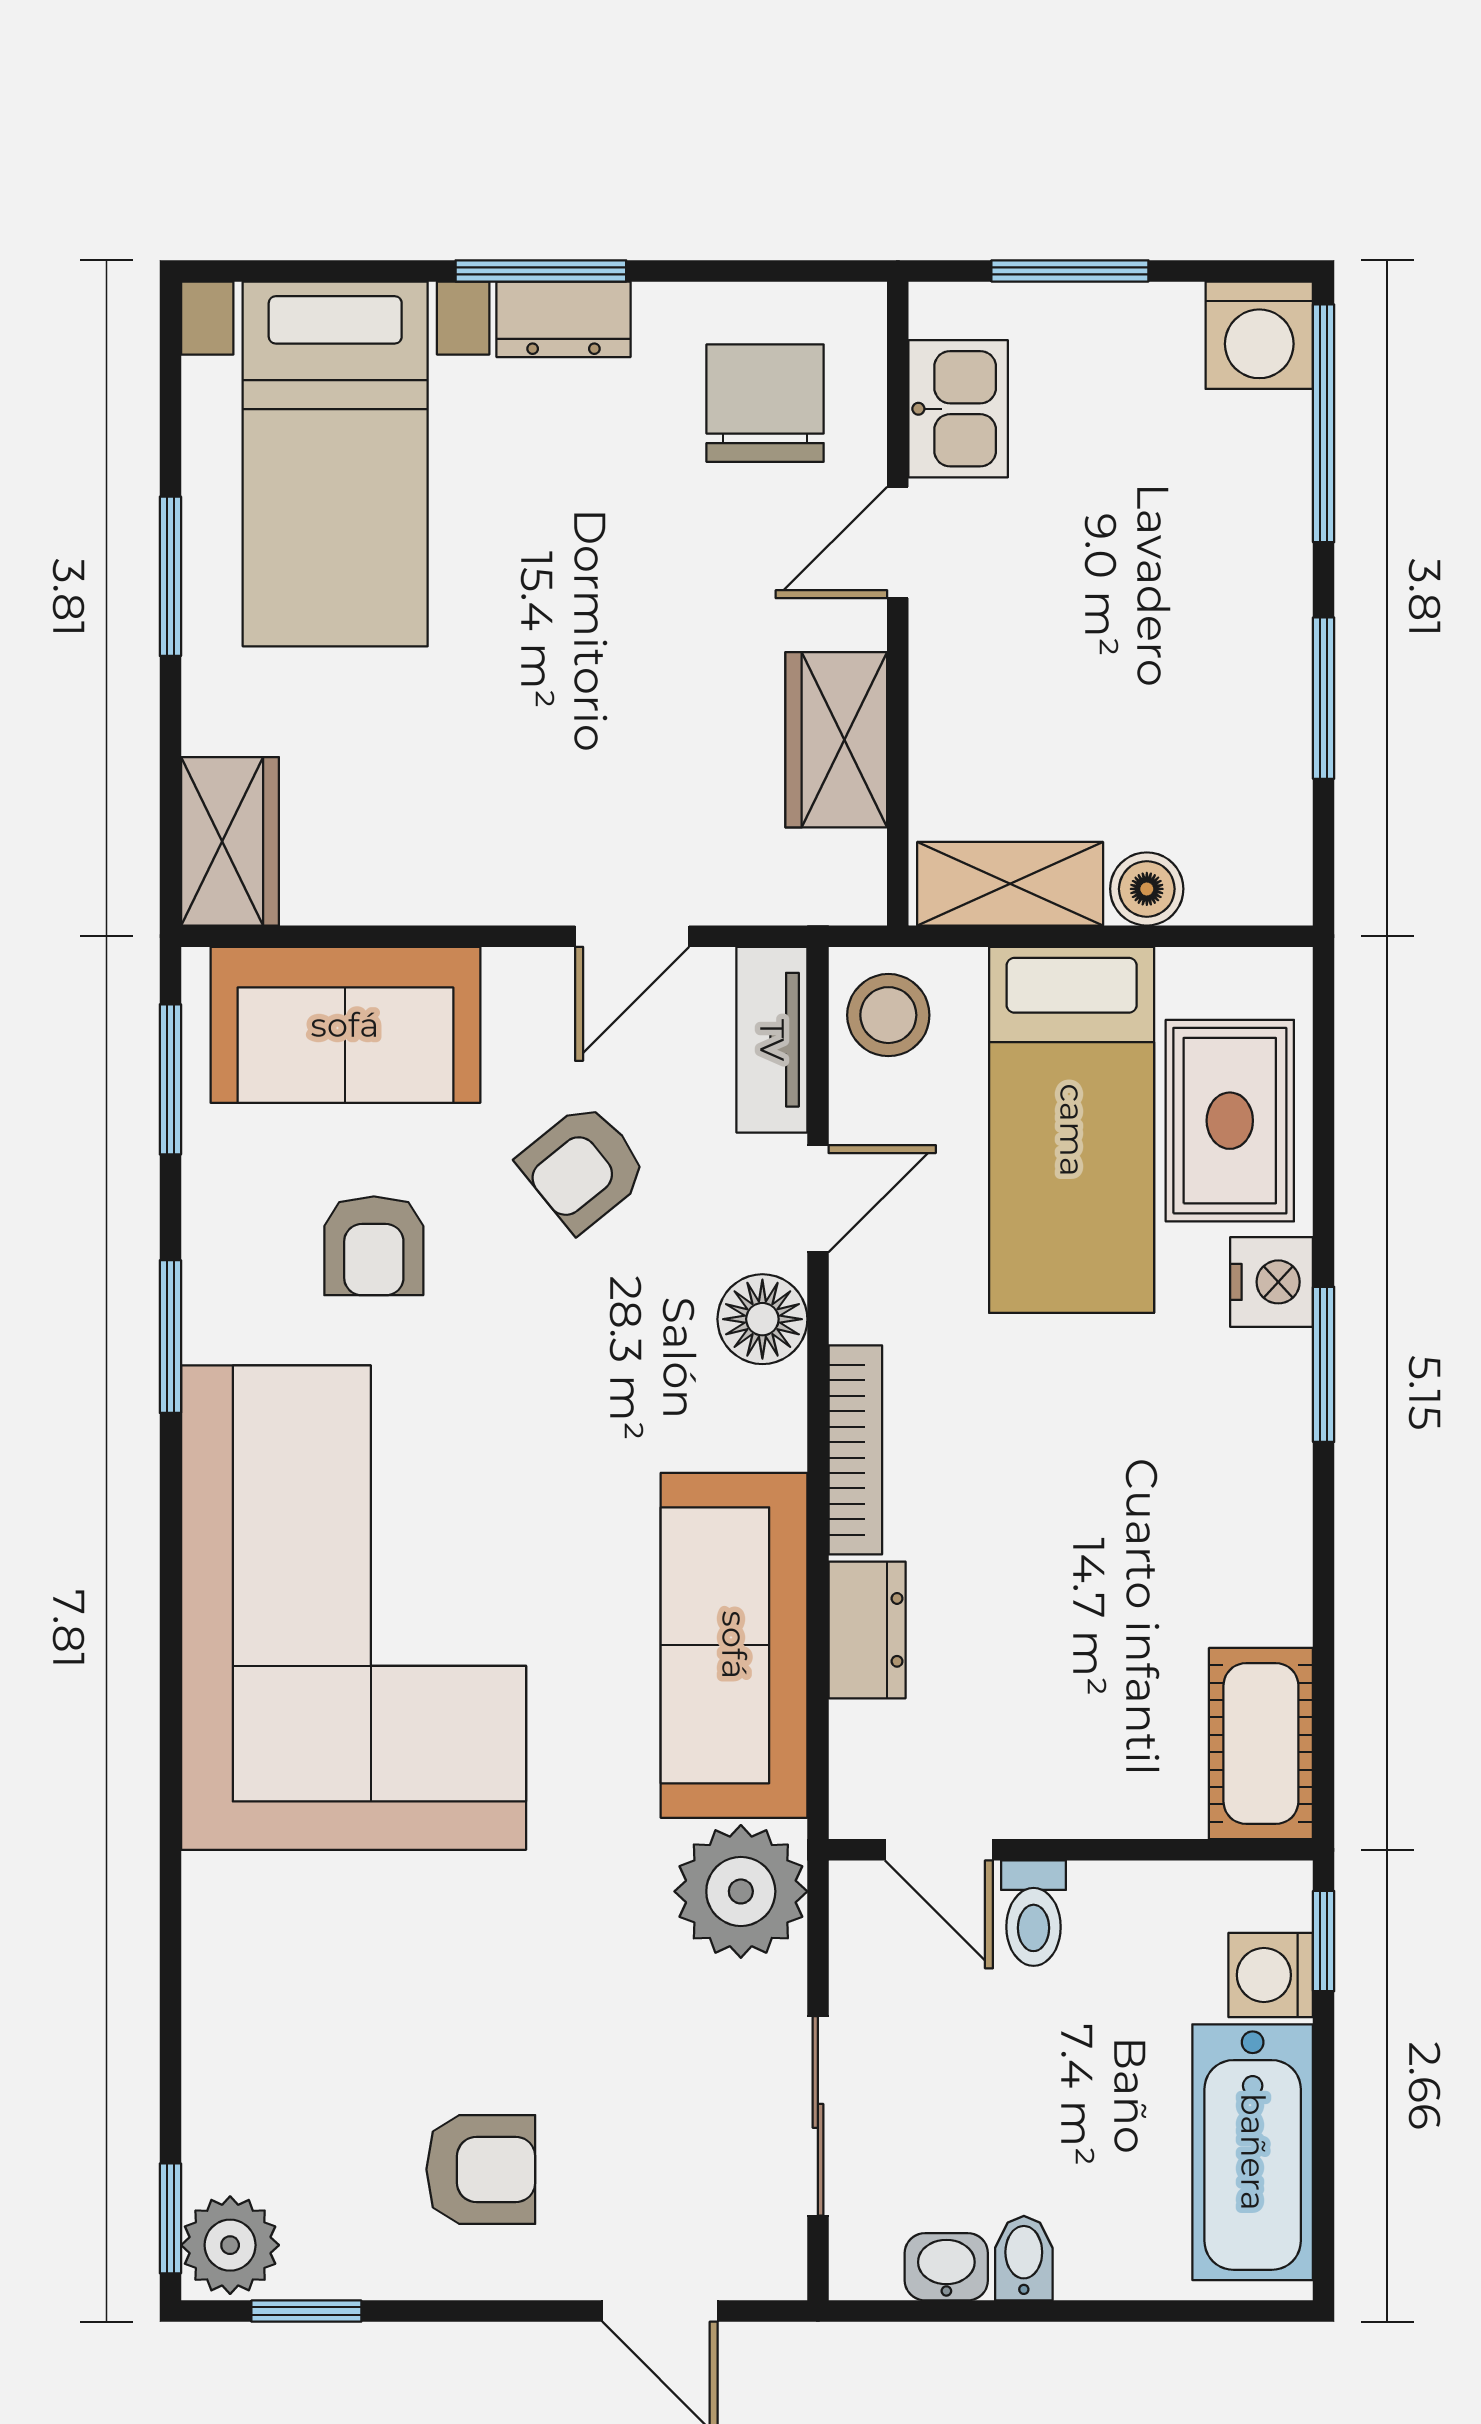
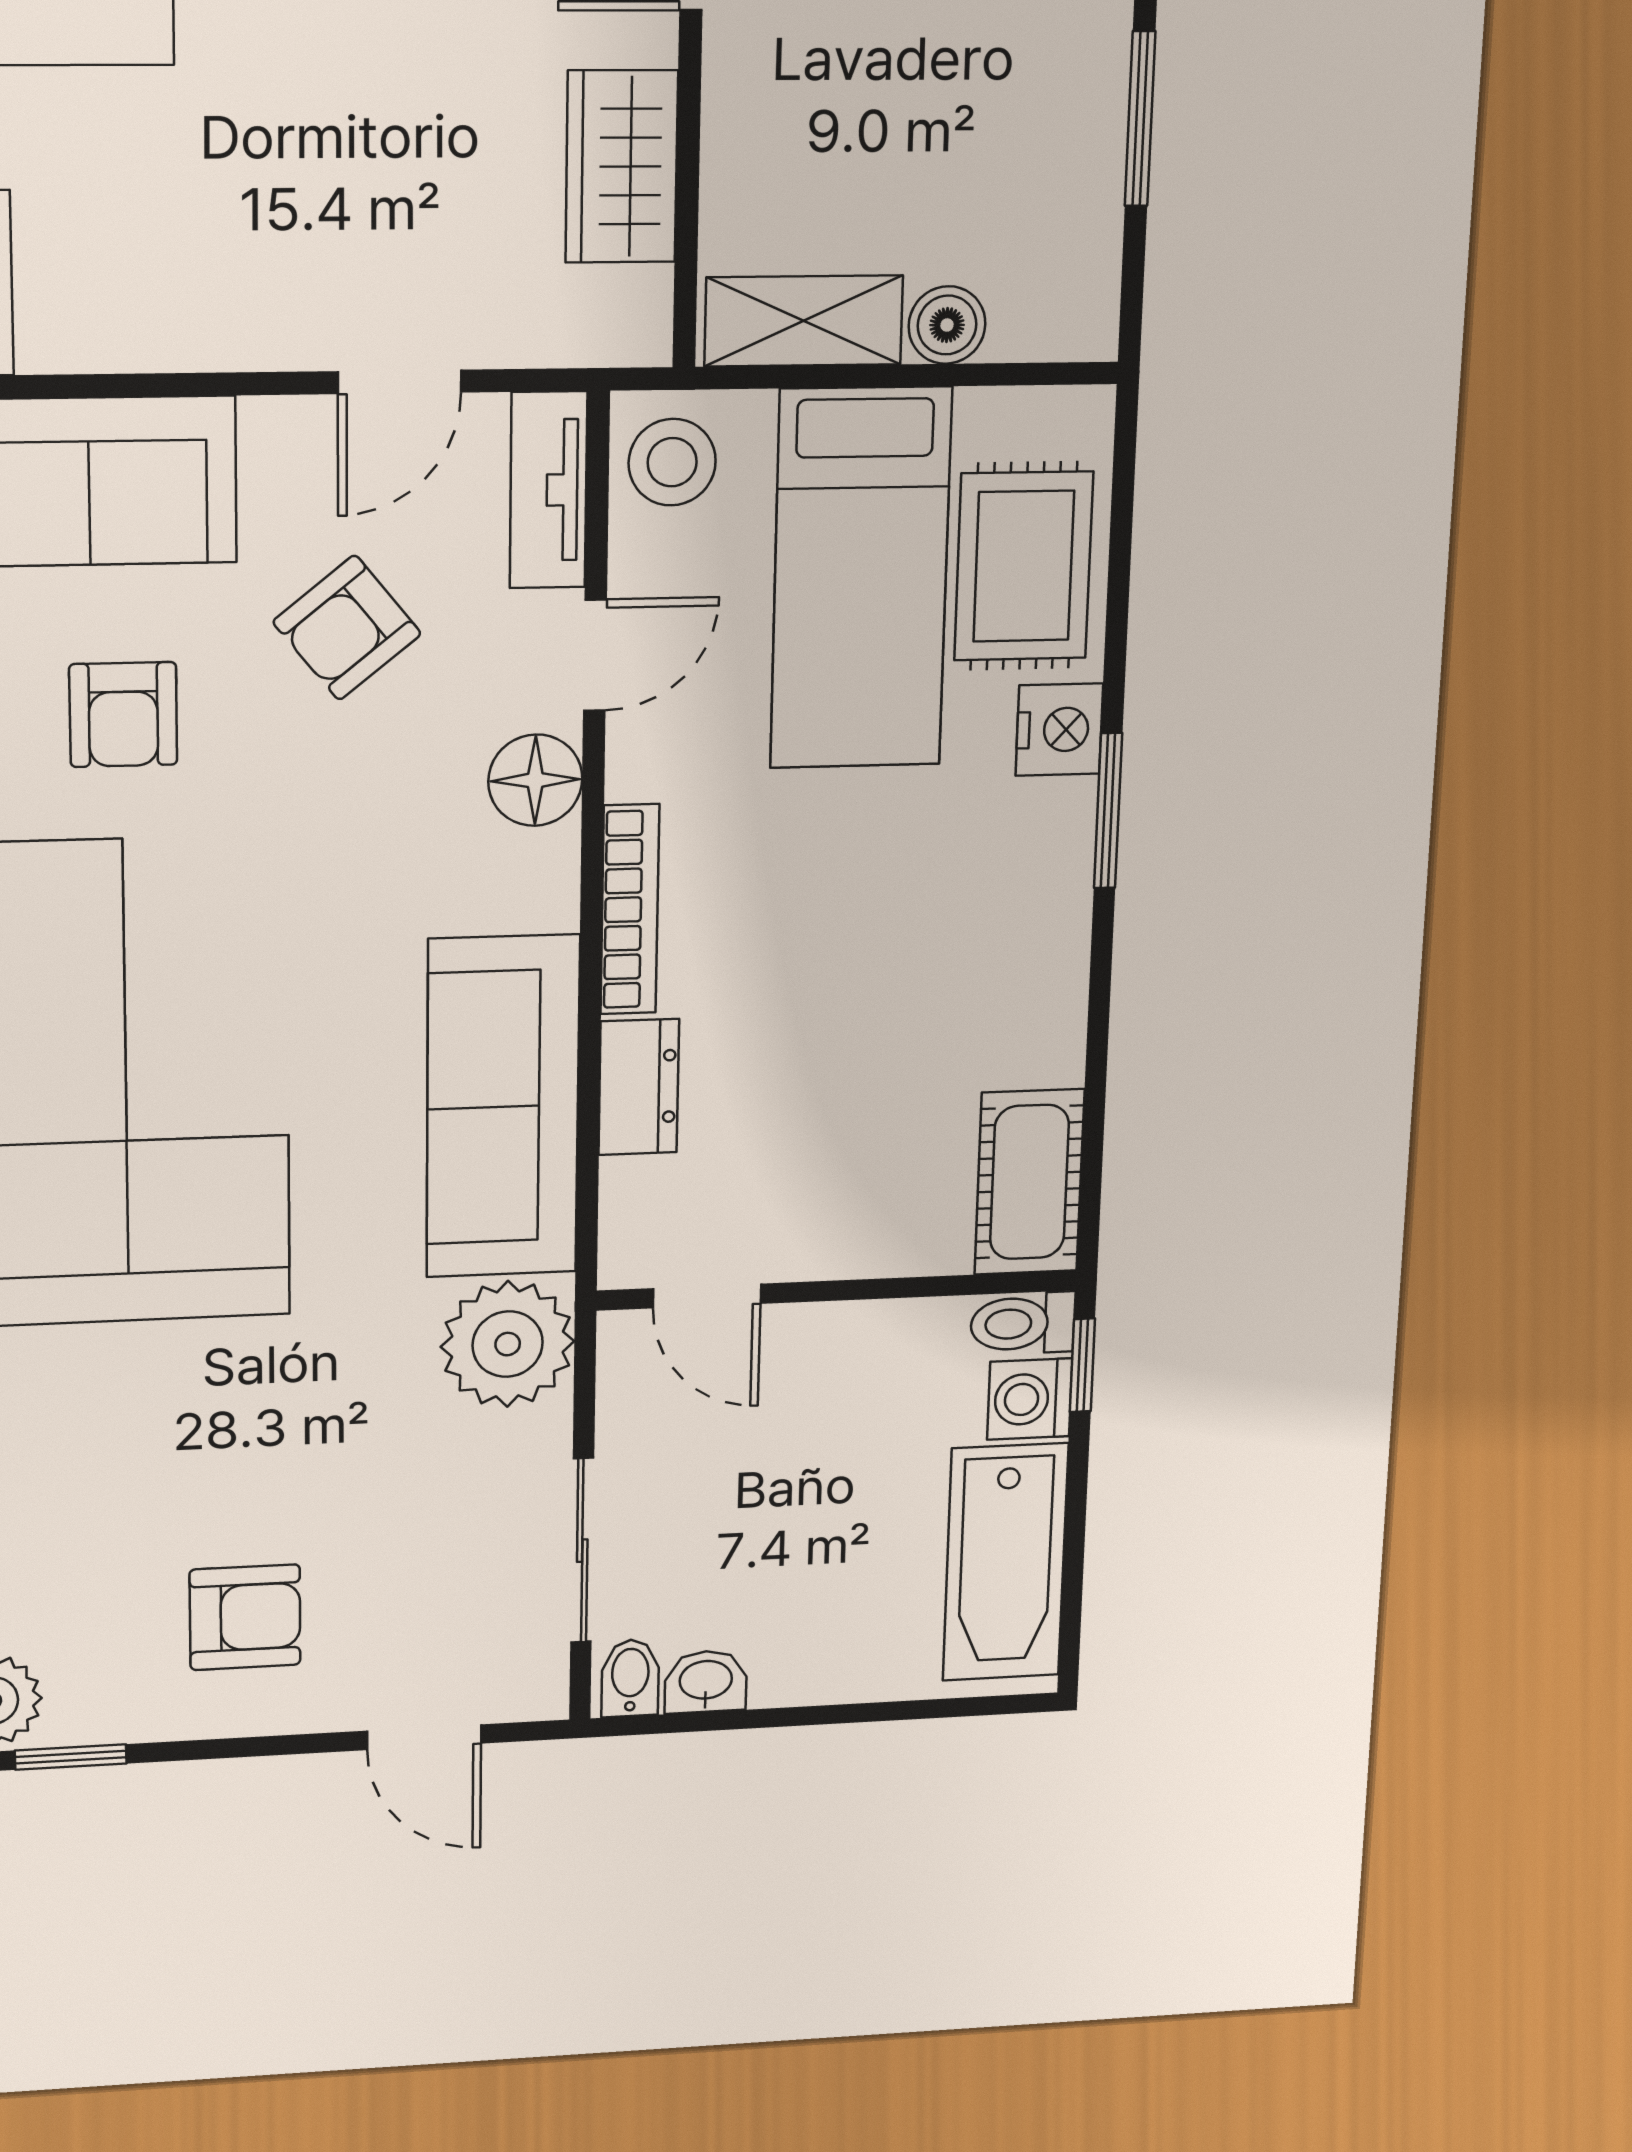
toilet: (1034, 1913) -> (1023, 1323), moved, turned 90
bidet: (1024, 2258) -> (630, 1678), moved

